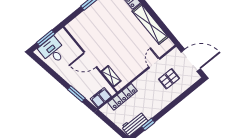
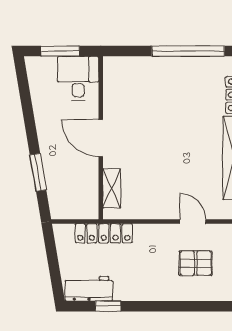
desk: (52, 51) -> (78, 78), moved
door: (154, 63) -> (193, 221), hinge flipped
filing cabinet: (101, 98) -> (70, 208), removed

